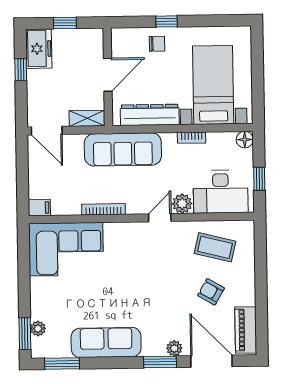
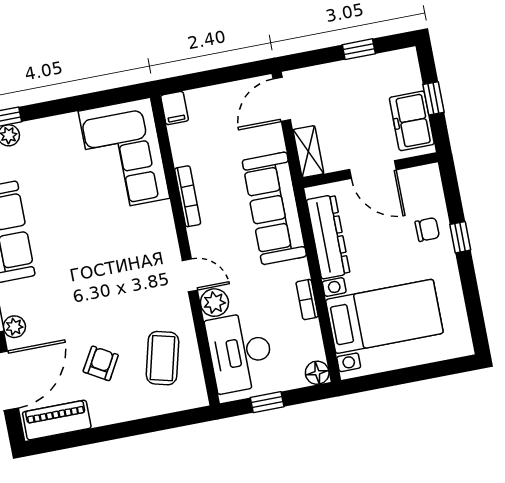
chair: (157, 44) -> (427, 229), turned -91
freezer: (39, 49) -> (412, 121), moved, turned 90

